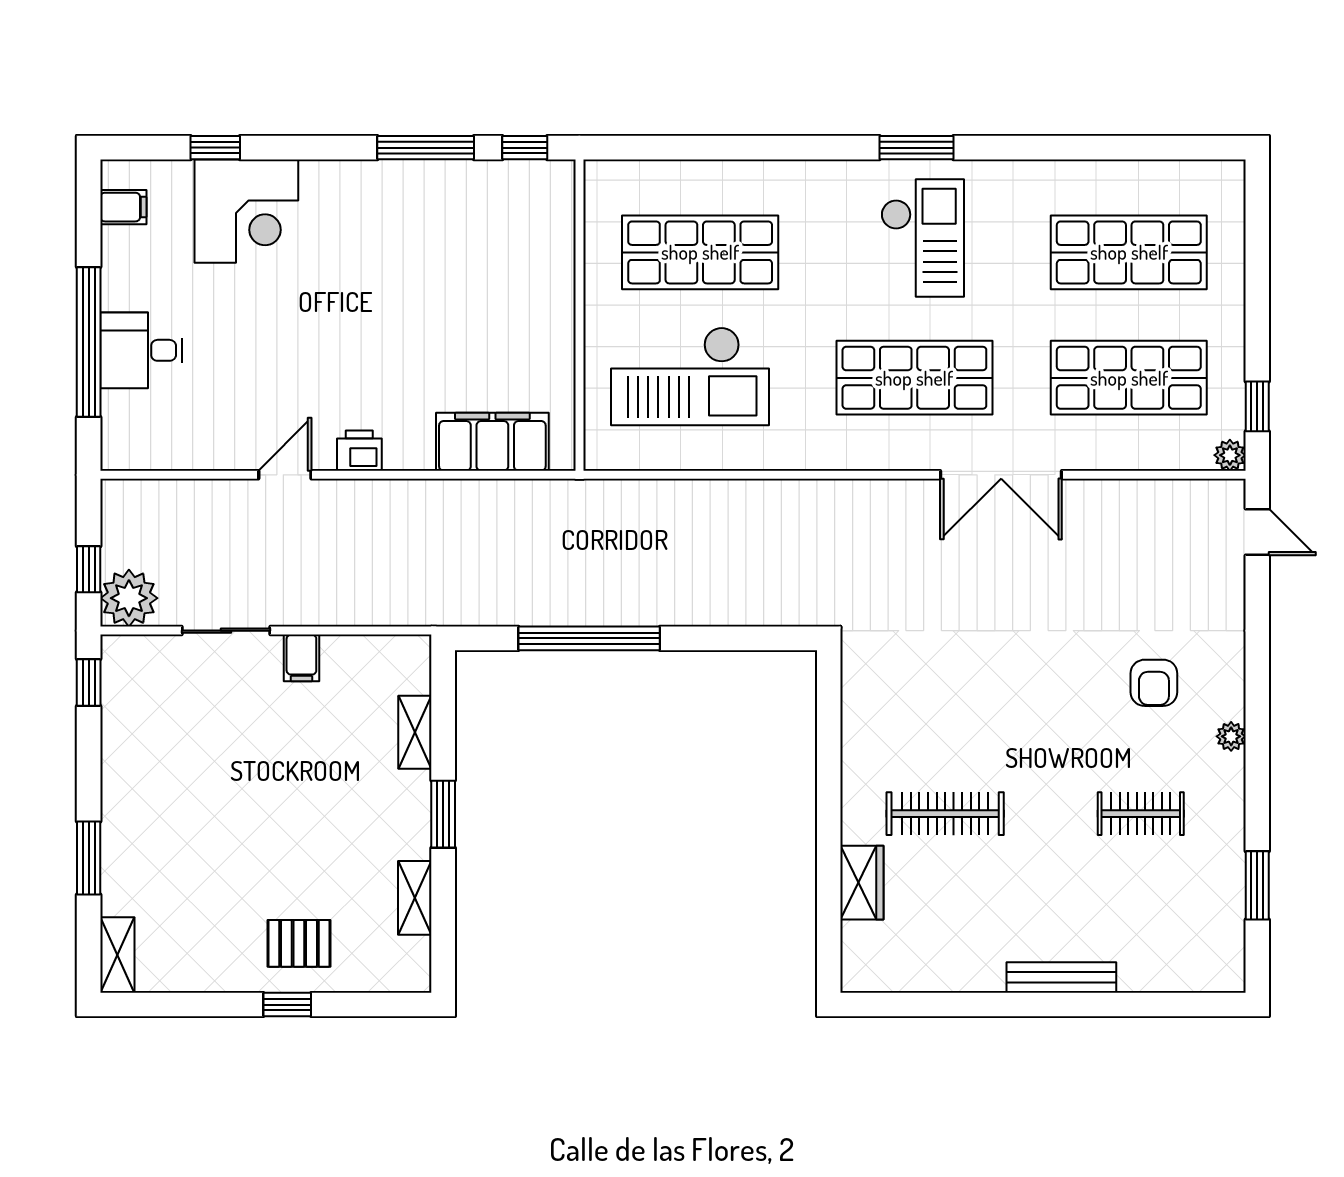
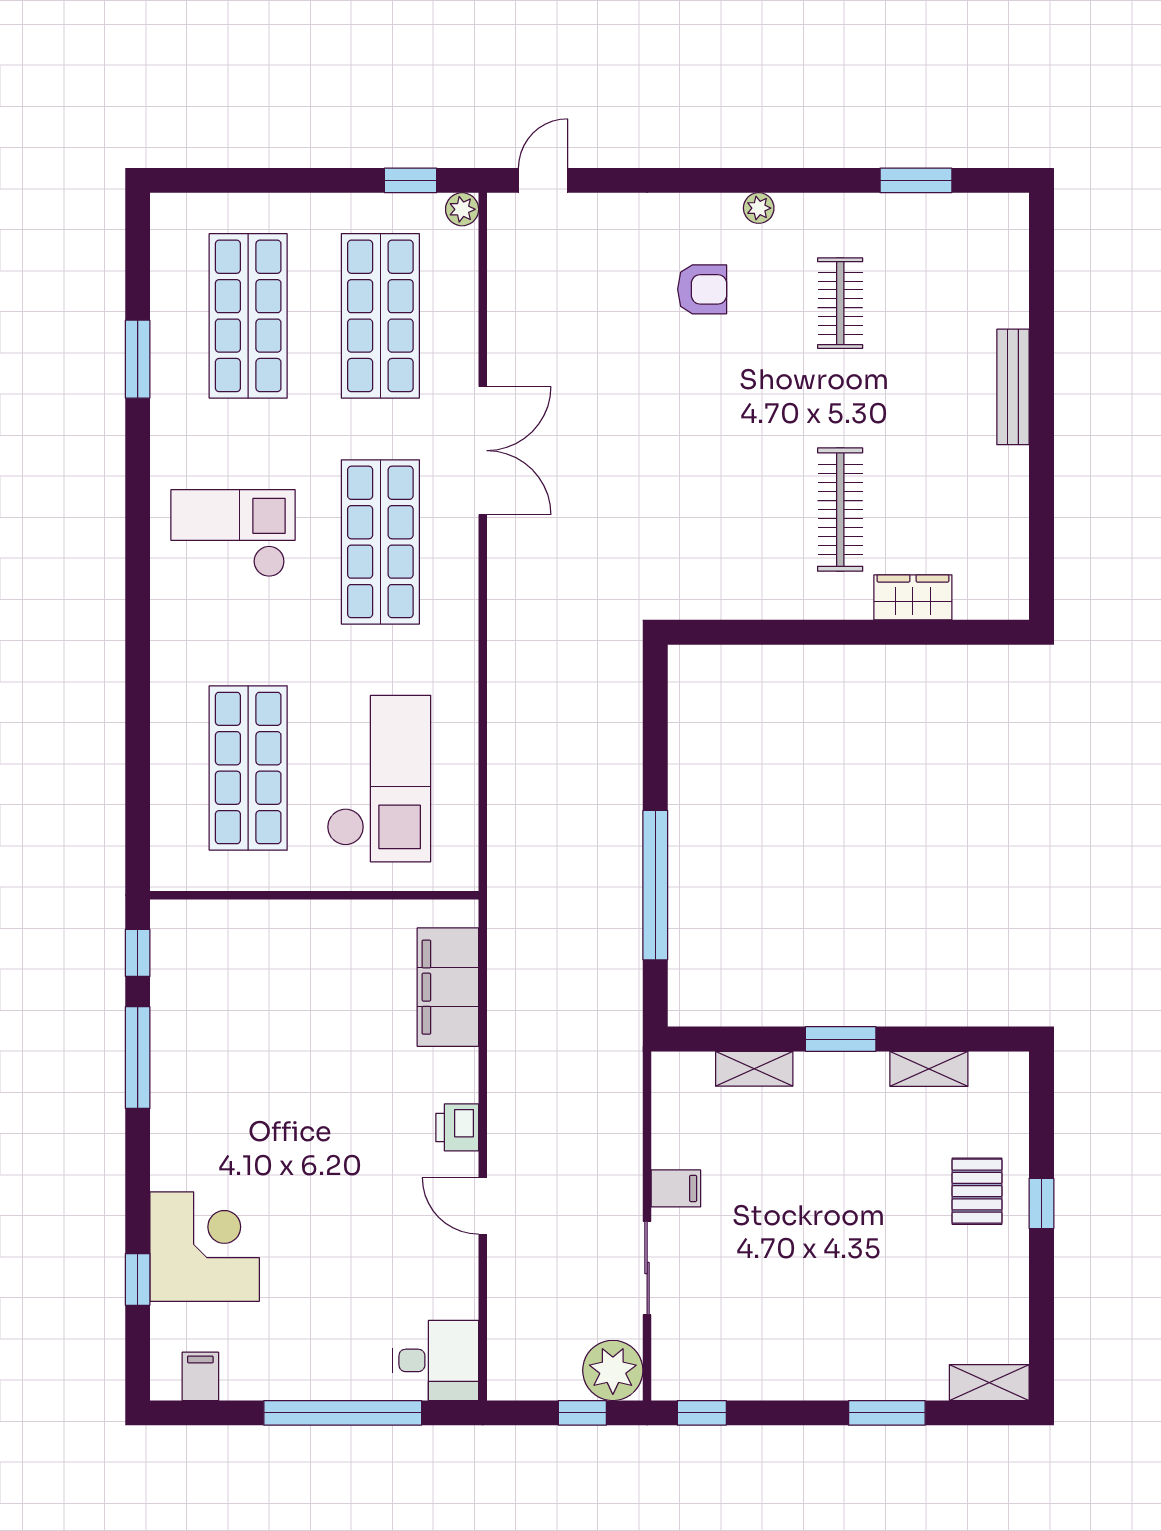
window: (917, 148) -> (138, 359), moved
desk: (141, 350) -> (435, 1360), moved, turned -90

